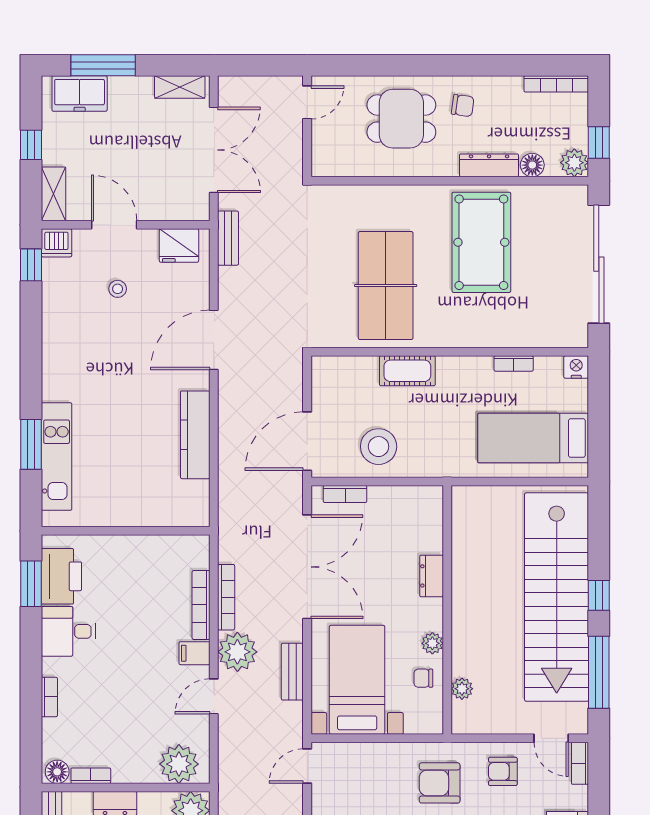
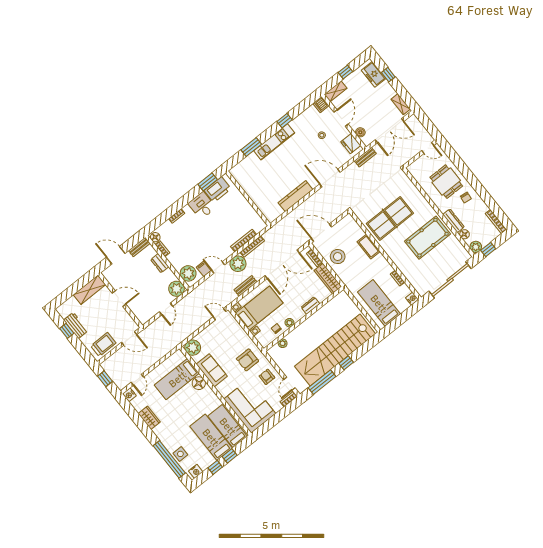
window: (103, 65) -> (388, 75), width x0.46
boiler: (172, 209) -> (360, 132), added
window: (31, 265) -> (284, 121), moved
kitchen unit: (57, 457) -> (274, 142), moved
wardrobe: (406, 500) -> (328, 278), added
filing cabinet: (194, 653) -> (204, 269), moved
armchair: (440, 783) -> (247, 360), turned -90

